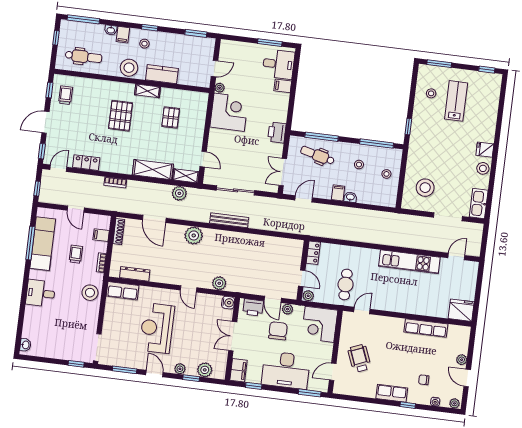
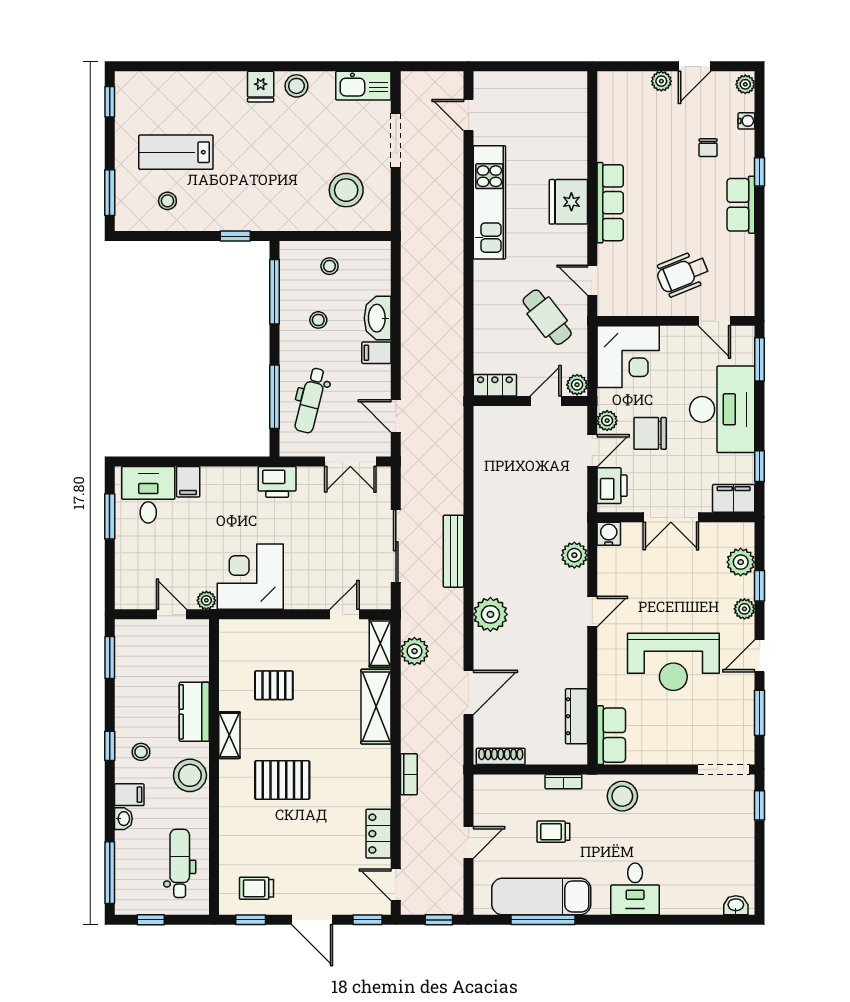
washbasin: (350, 197) -> (378, 318), width x1.91, depth x1.45
filing cabinet: (101, 235) -> (512, 789), removed
cafe table: (346, 284) -> (547, 317), turned 52
fridge: (461, 310) -> (568, 202), moved
row of seats: (426, 328) -> (610, 203), moved

